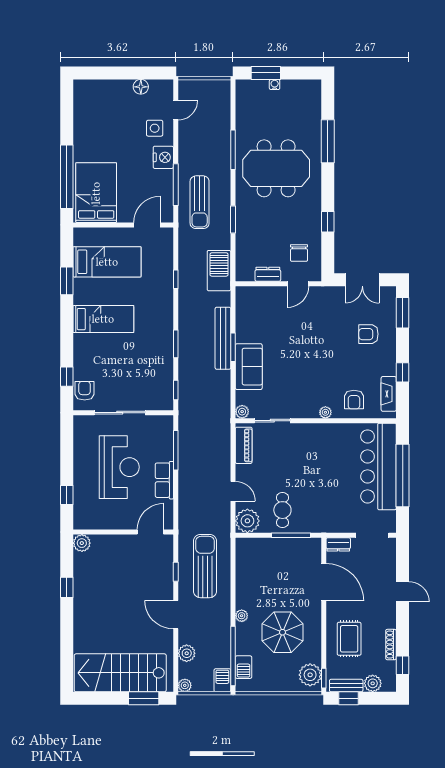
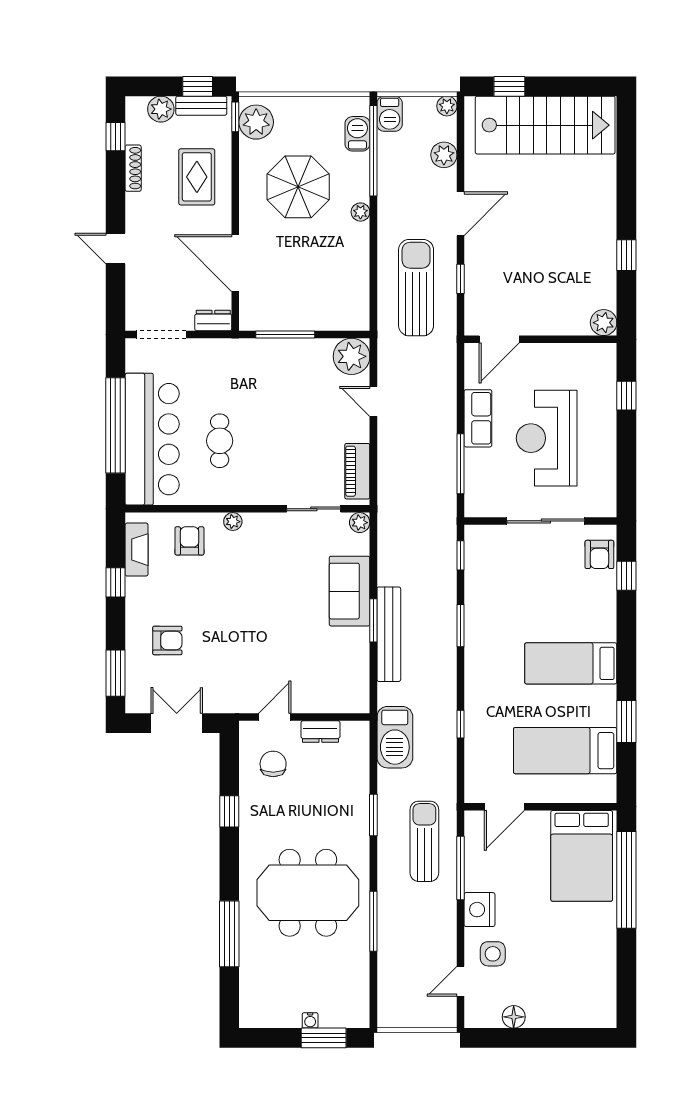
cafe table: (282, 510) -> (220, 441), moved
sun lounger: (205, 566) -> (416, 288), turned 180
door: (176, 615) -> (461, 214), hinge flipped
window: (144, 698) -> (509, 86), width x0.67

